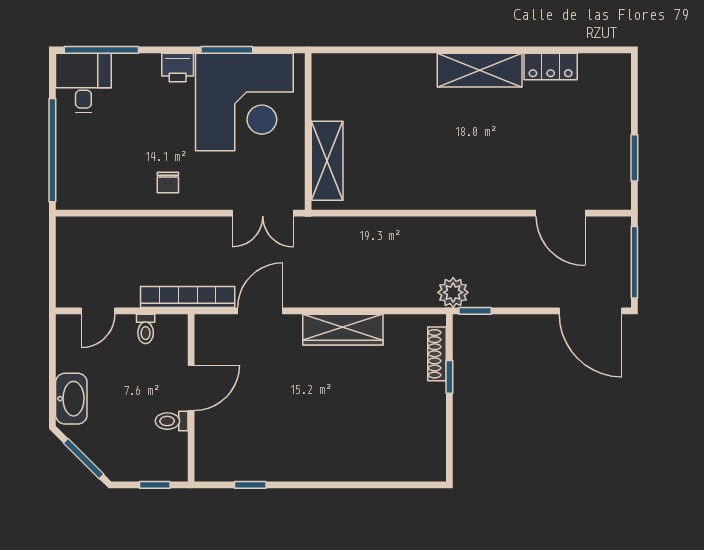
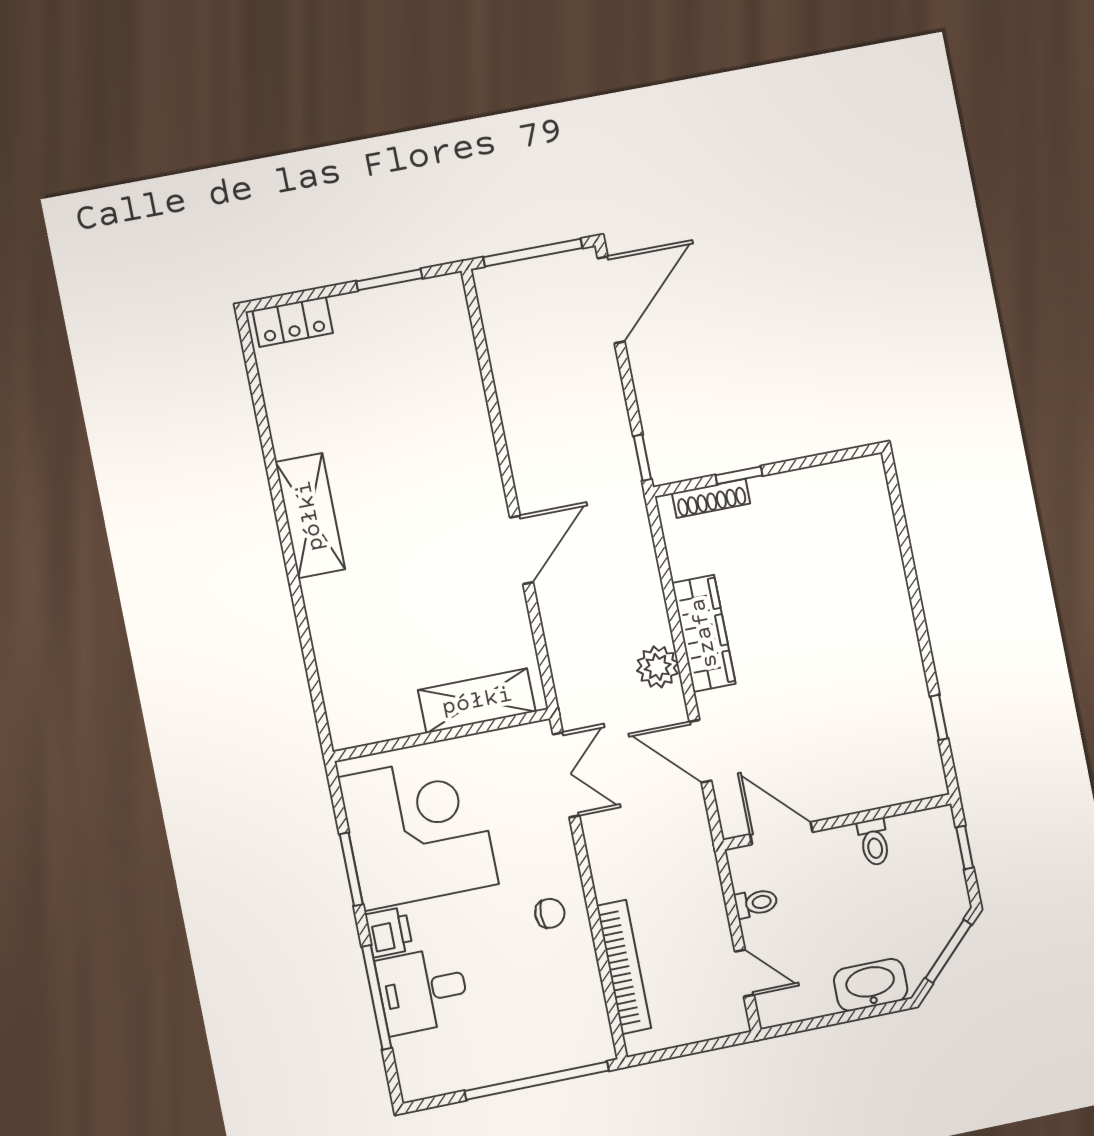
window: (101, 50) -> (377, 997), moved
locker: (551, 67) -> (293, 322), moved, turned 90
desk: (83, 83) -> (423, 991), moved
door: (560, 213) -> (522, 550), moved
plant: (453, 292) -> (658, 667), moved
bookcase: (188, 297) -> (624, 967), moved, turned 180
door: (191, 388) -> (781, 833), moved

